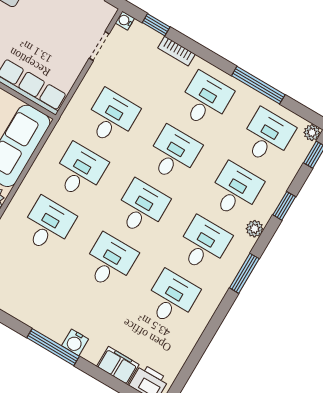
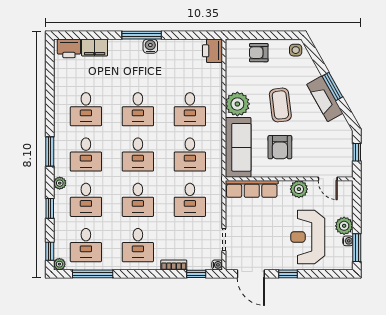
window: (258, 85) -> (93, 274), moved
water cooler: (75, 342) -> (150, 46), moved

